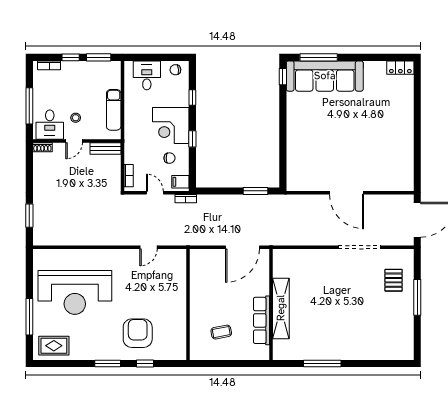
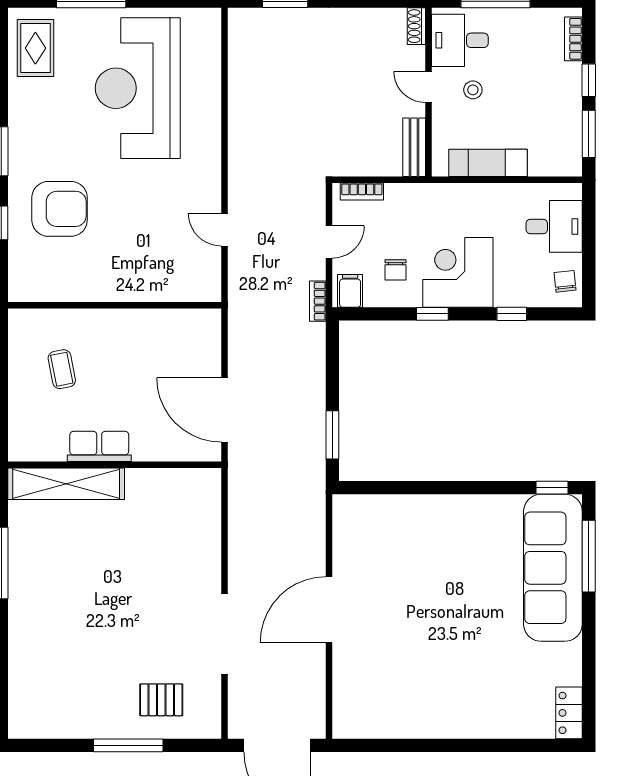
shelving: (281, 308) -> (66, 484), moved
row of seats: (261, 320) -> (99, 446), width x0.68

